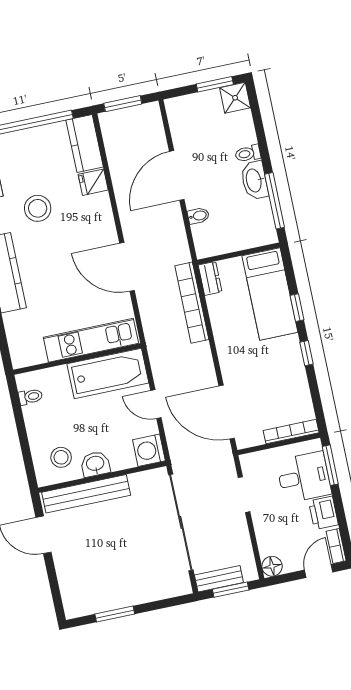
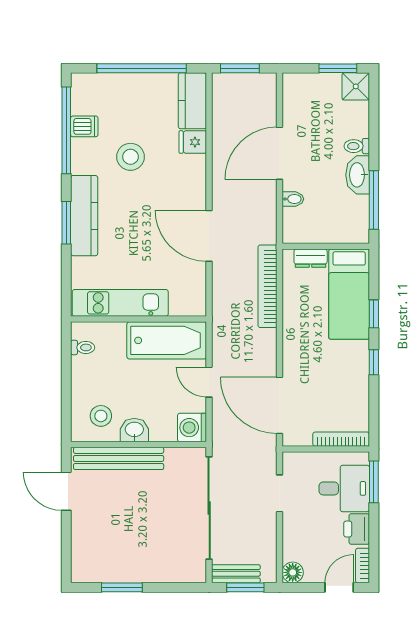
dresser: (210, 278) -> (311, 258), moved, turned 90
kitchen unit: (91, 340) -> (120, 303), moved

